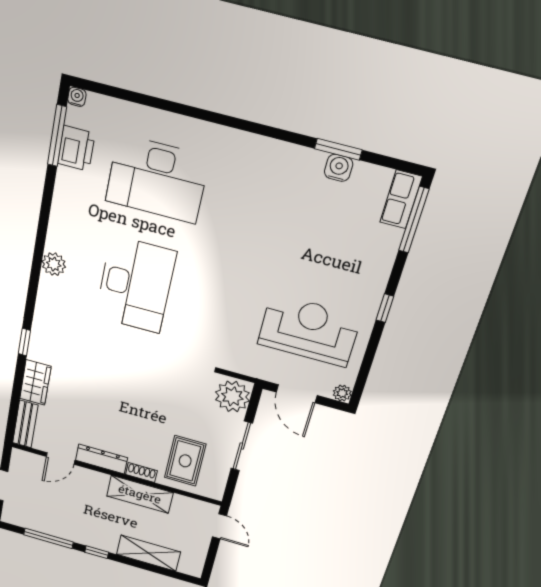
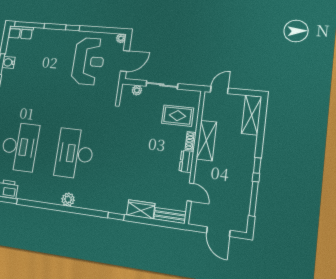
desk: (135, 285) -> (75, 153), turned -90
reception desk: (309, 330) -> (89, 61), turned 180
plant: (232, 396) -> (137, 90), width x0.53, depth x0.53
dresser: (102, 459) -> (186, 161), width x0.70
shelving: (148, 553) -> (252, 115), moved

